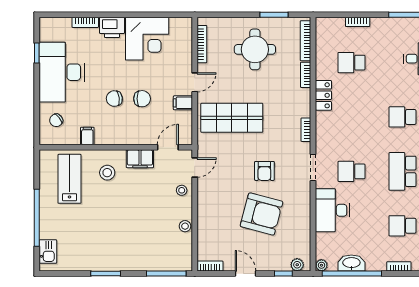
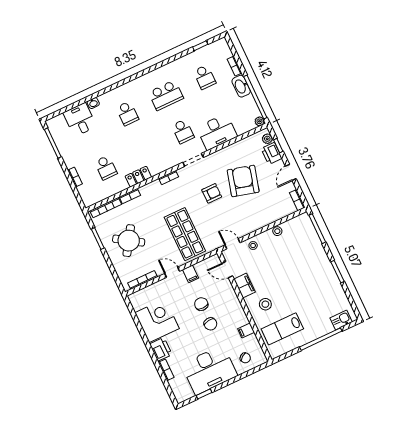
round table: (255, 49) -> (129, 241), turned 33
printer: (278, 262) -> (272, 153), added
washbasin: (351, 263) -> (241, 86), moved

